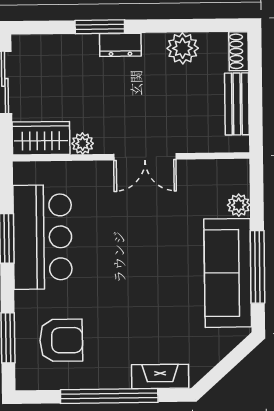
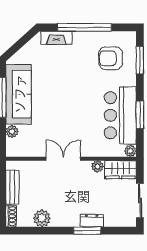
dresser: (120, 45) -> (92, 221), moved
plant: (23, 173) -> (130, 151), added

